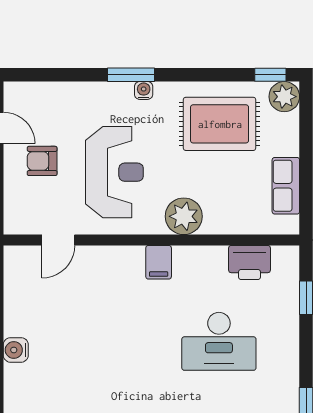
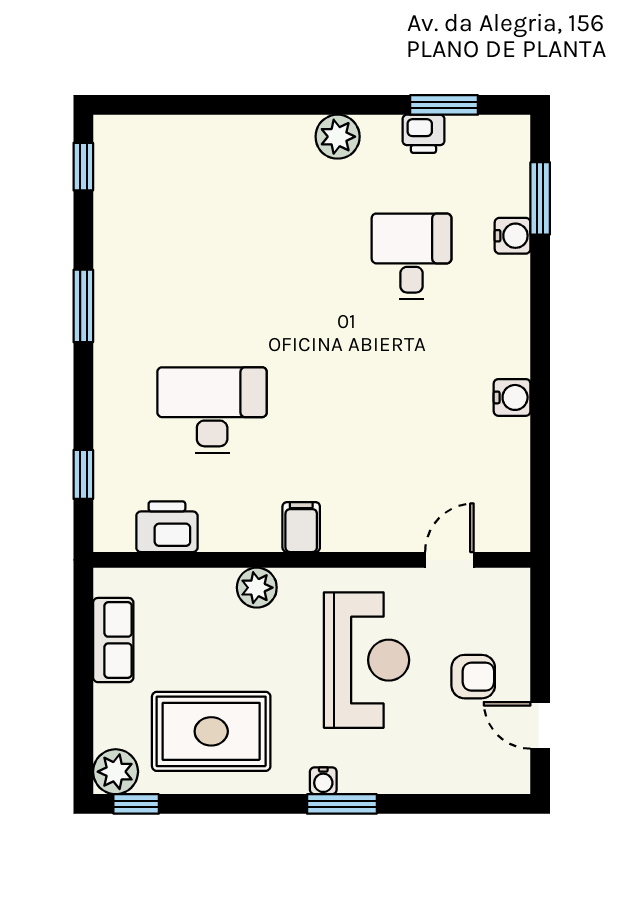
reception desk: (114, 172) -> (367, 660), turned 180
plant: (184, 216) -> (257, 588), width x0.73, depth x0.73

